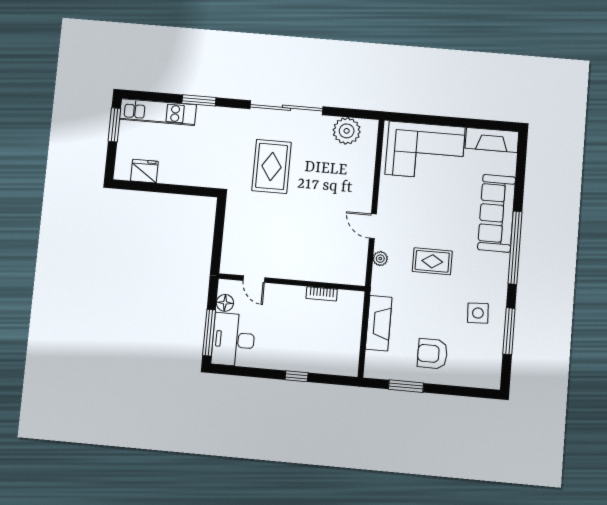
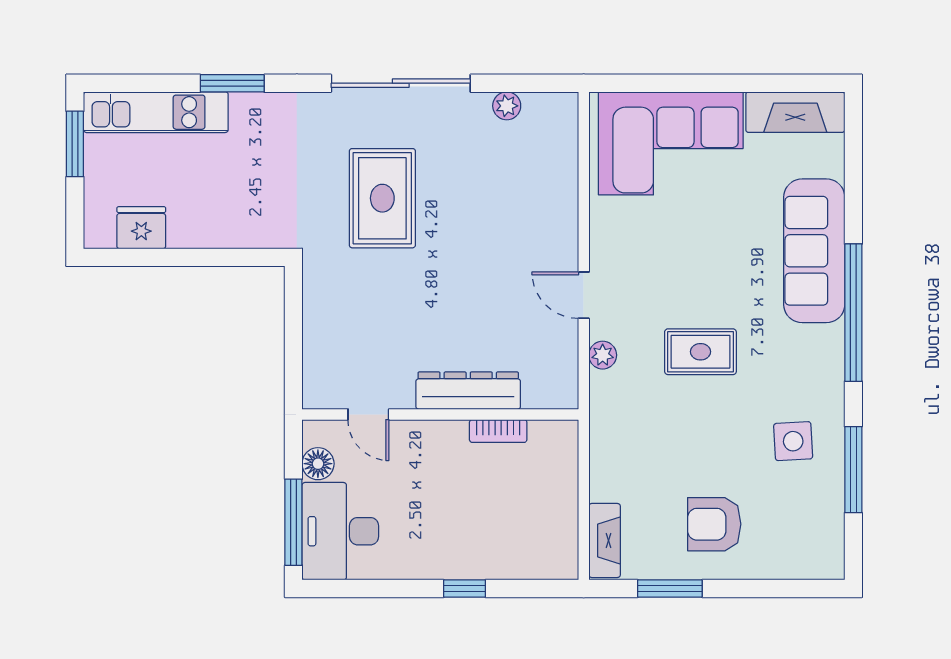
plant: (347, 131) -> (507, 106), width x0.53, depth x0.53
dresser: (308, 271) -> (468, 391), added
fireplace: (379, 323) -> (605, 540), moved, width x0.73, depth x0.76

